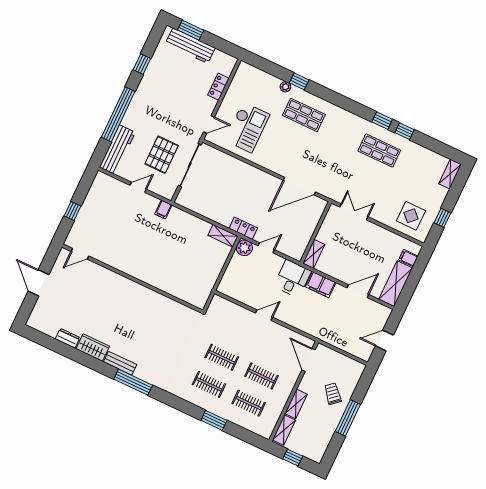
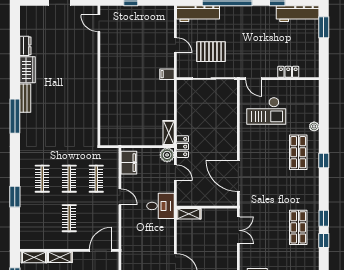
workbench: (190, 46) -> (298, 14), moved, turned -90
window: (299, 81) -> (324, 160), moved
filing cabinet: (321, 285) -> (129, 163), moved, turned 180
clothes rail: (249, 403) -> (96, 179), moved

